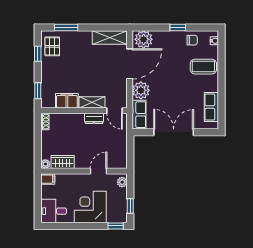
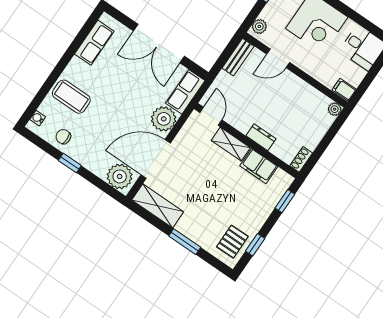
window: (66, 27) -> (185, 242), moved
dresser: (94, 118) -> (261, 137), moved
bench: (122, 156) -> (238, 57), added
wardrobe: (63, 162) -> (313, 98), removed

